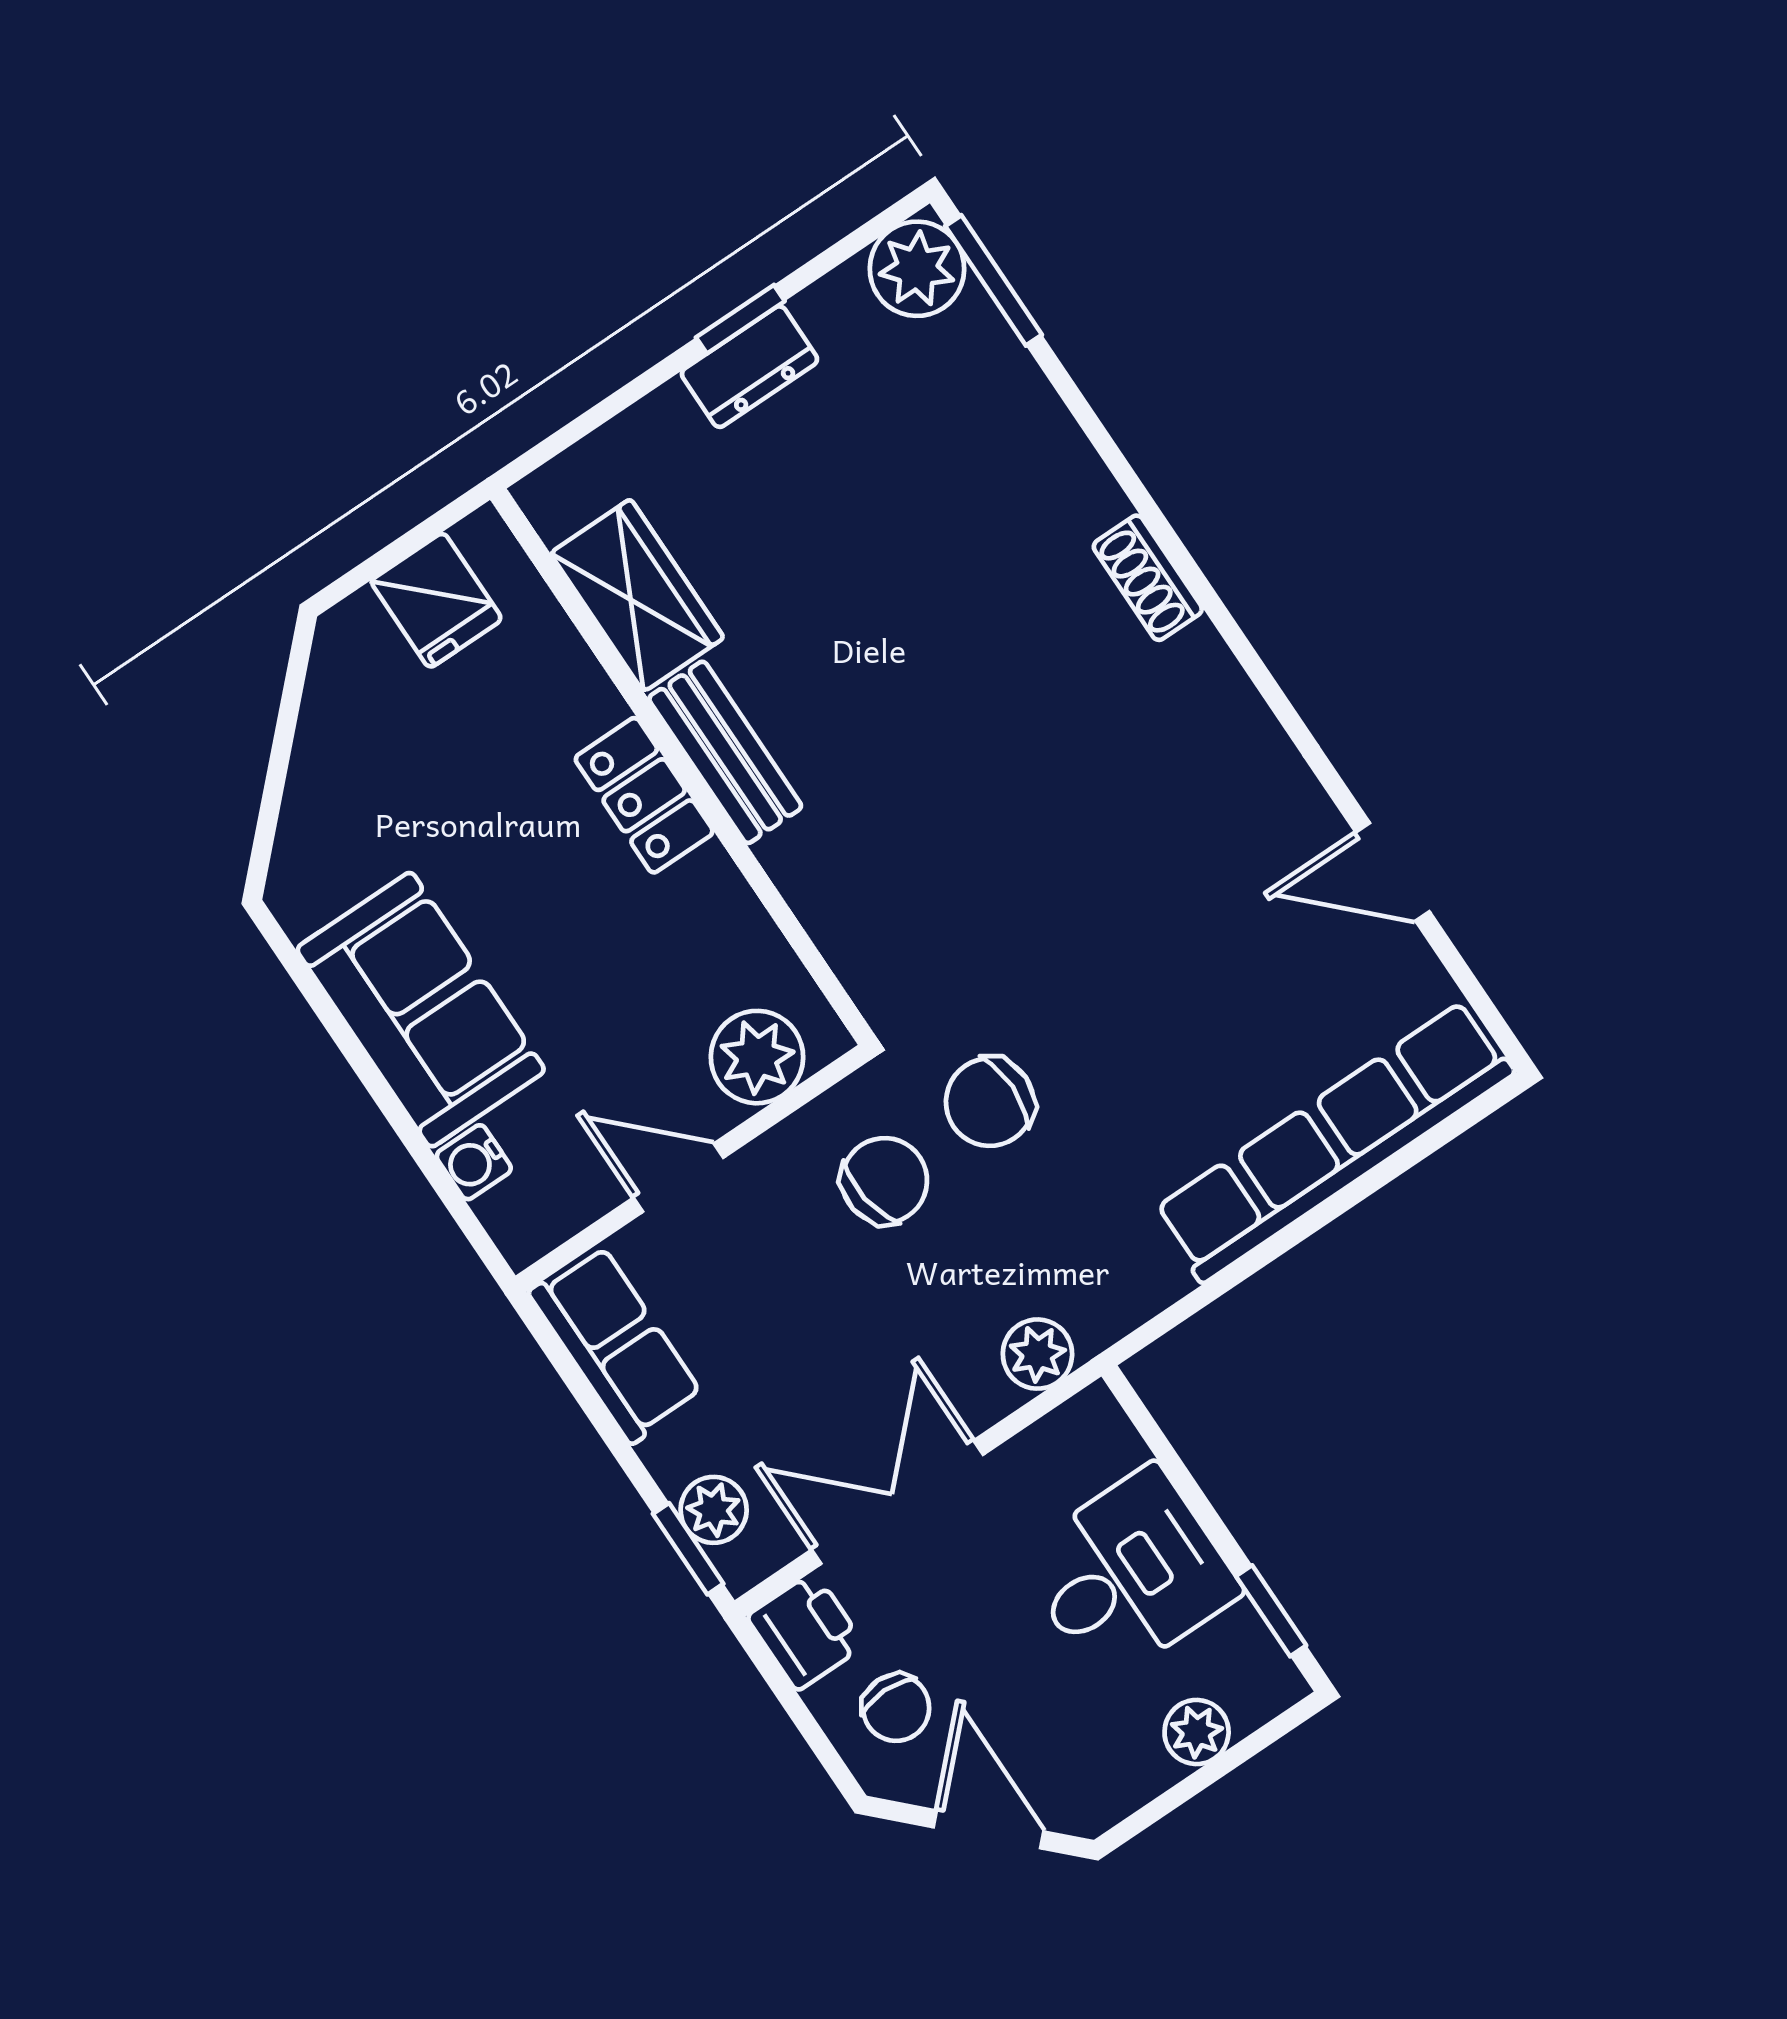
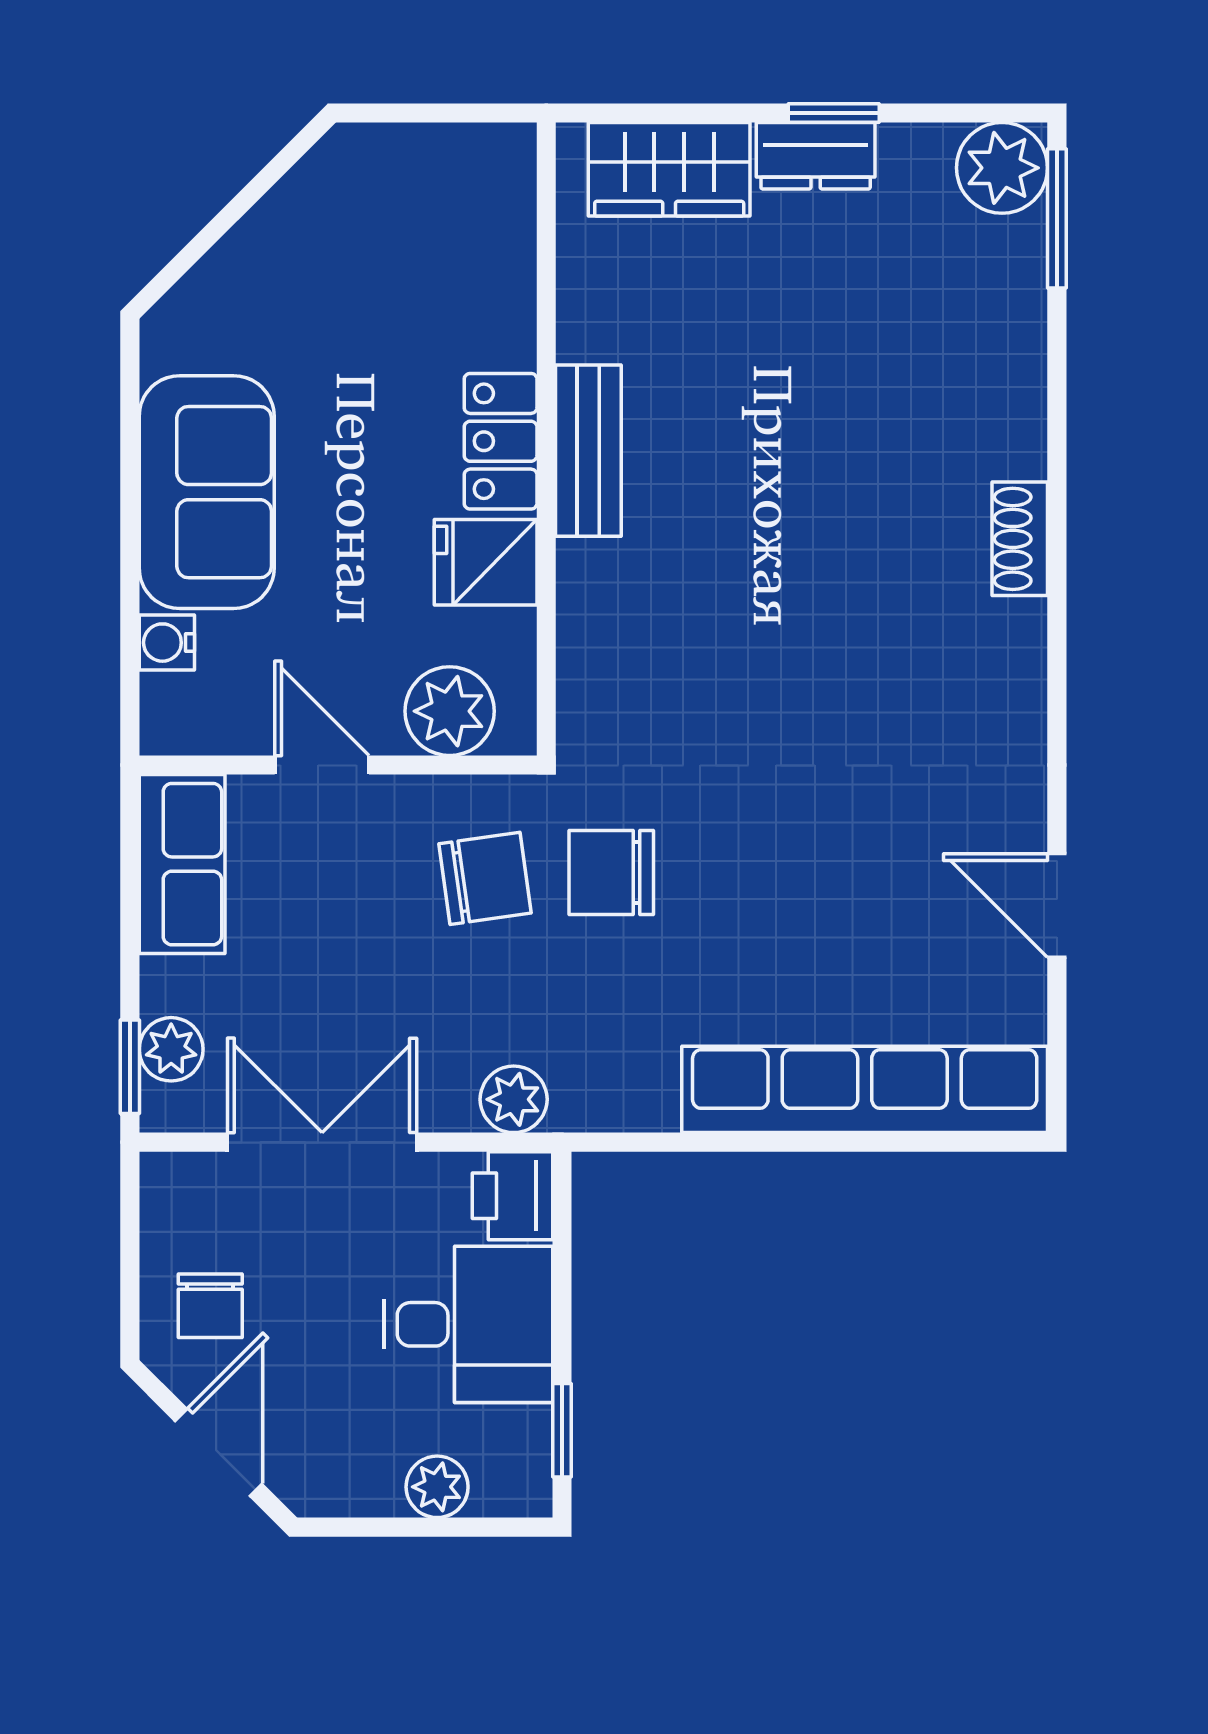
wardrobe: (637, 595) -> (669, 169), moved, turned 90
fridge: (436, 600) -> (486, 562), moved, turned 90
printer: (806, 1631) -> (512, 1196), moved, turned 180

